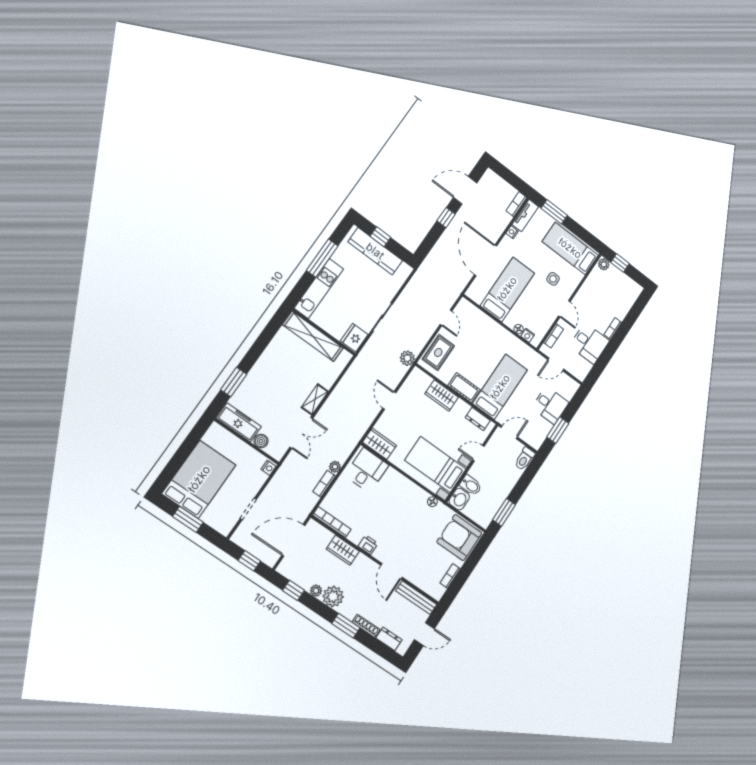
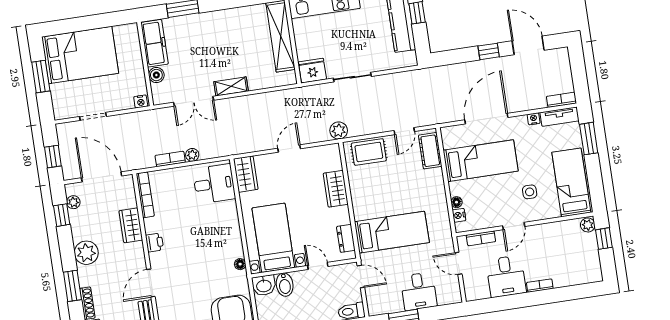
cot: (464, 388) -> (430, 151), moved
plant: (316, 591) -> (73, 202), moved

